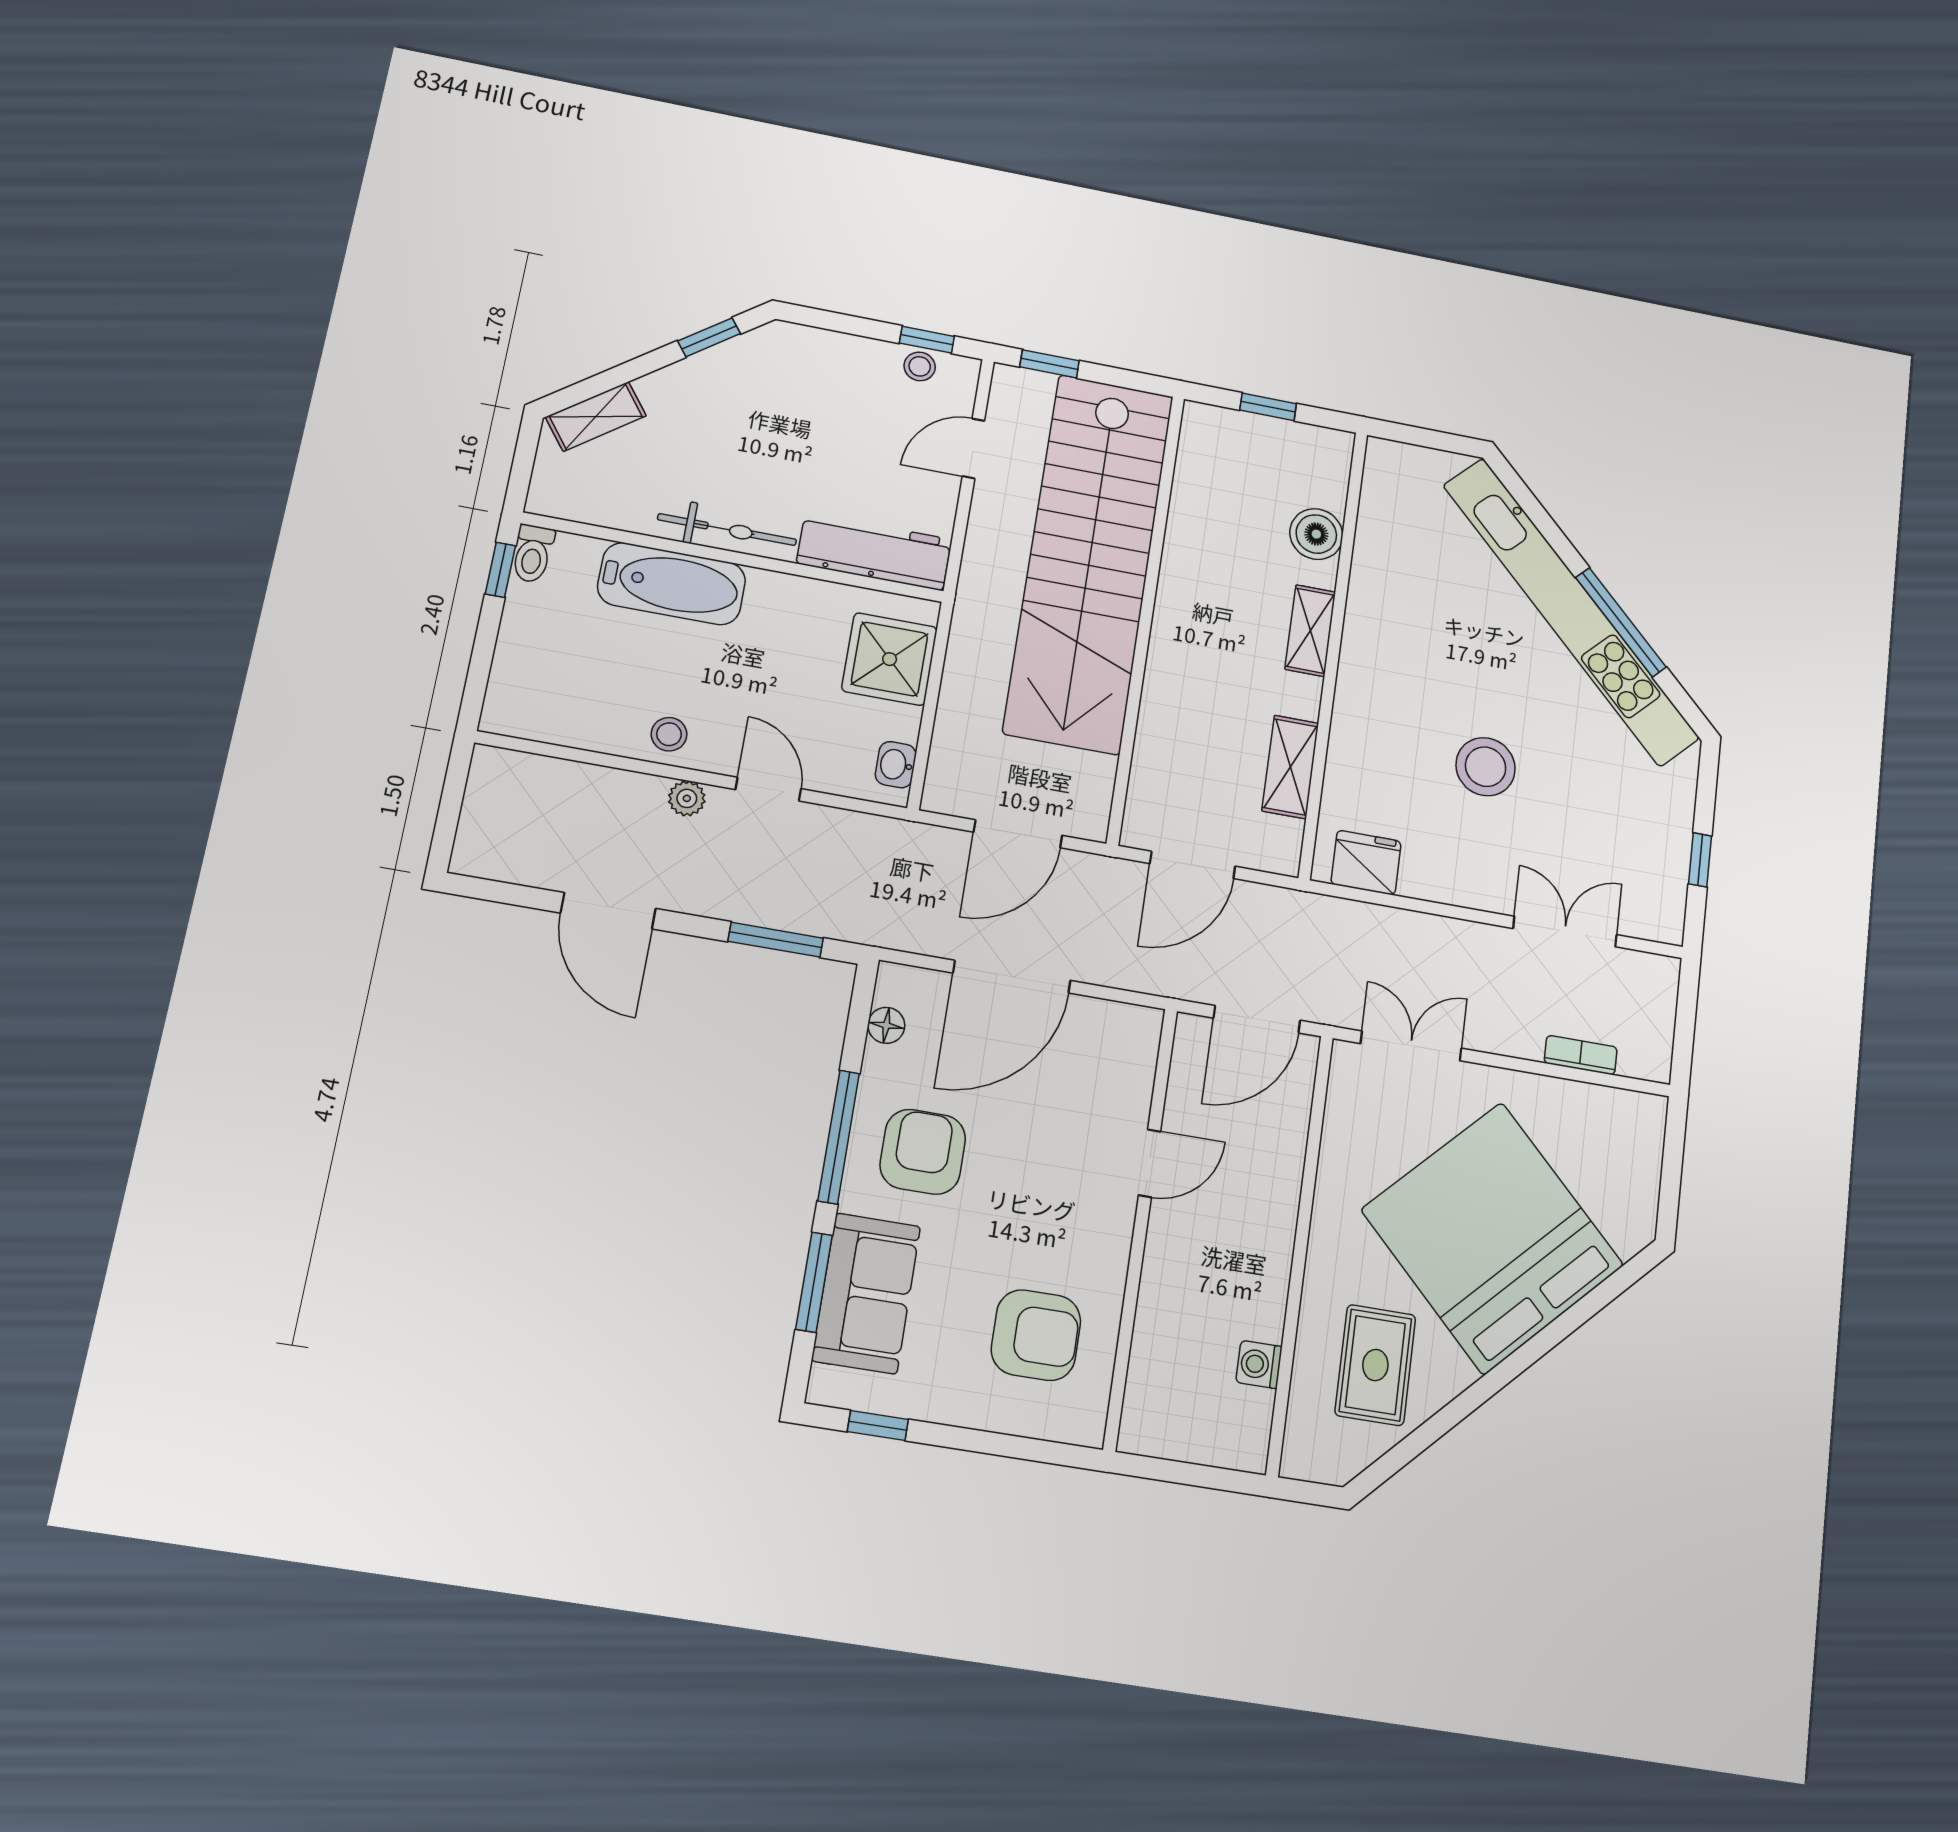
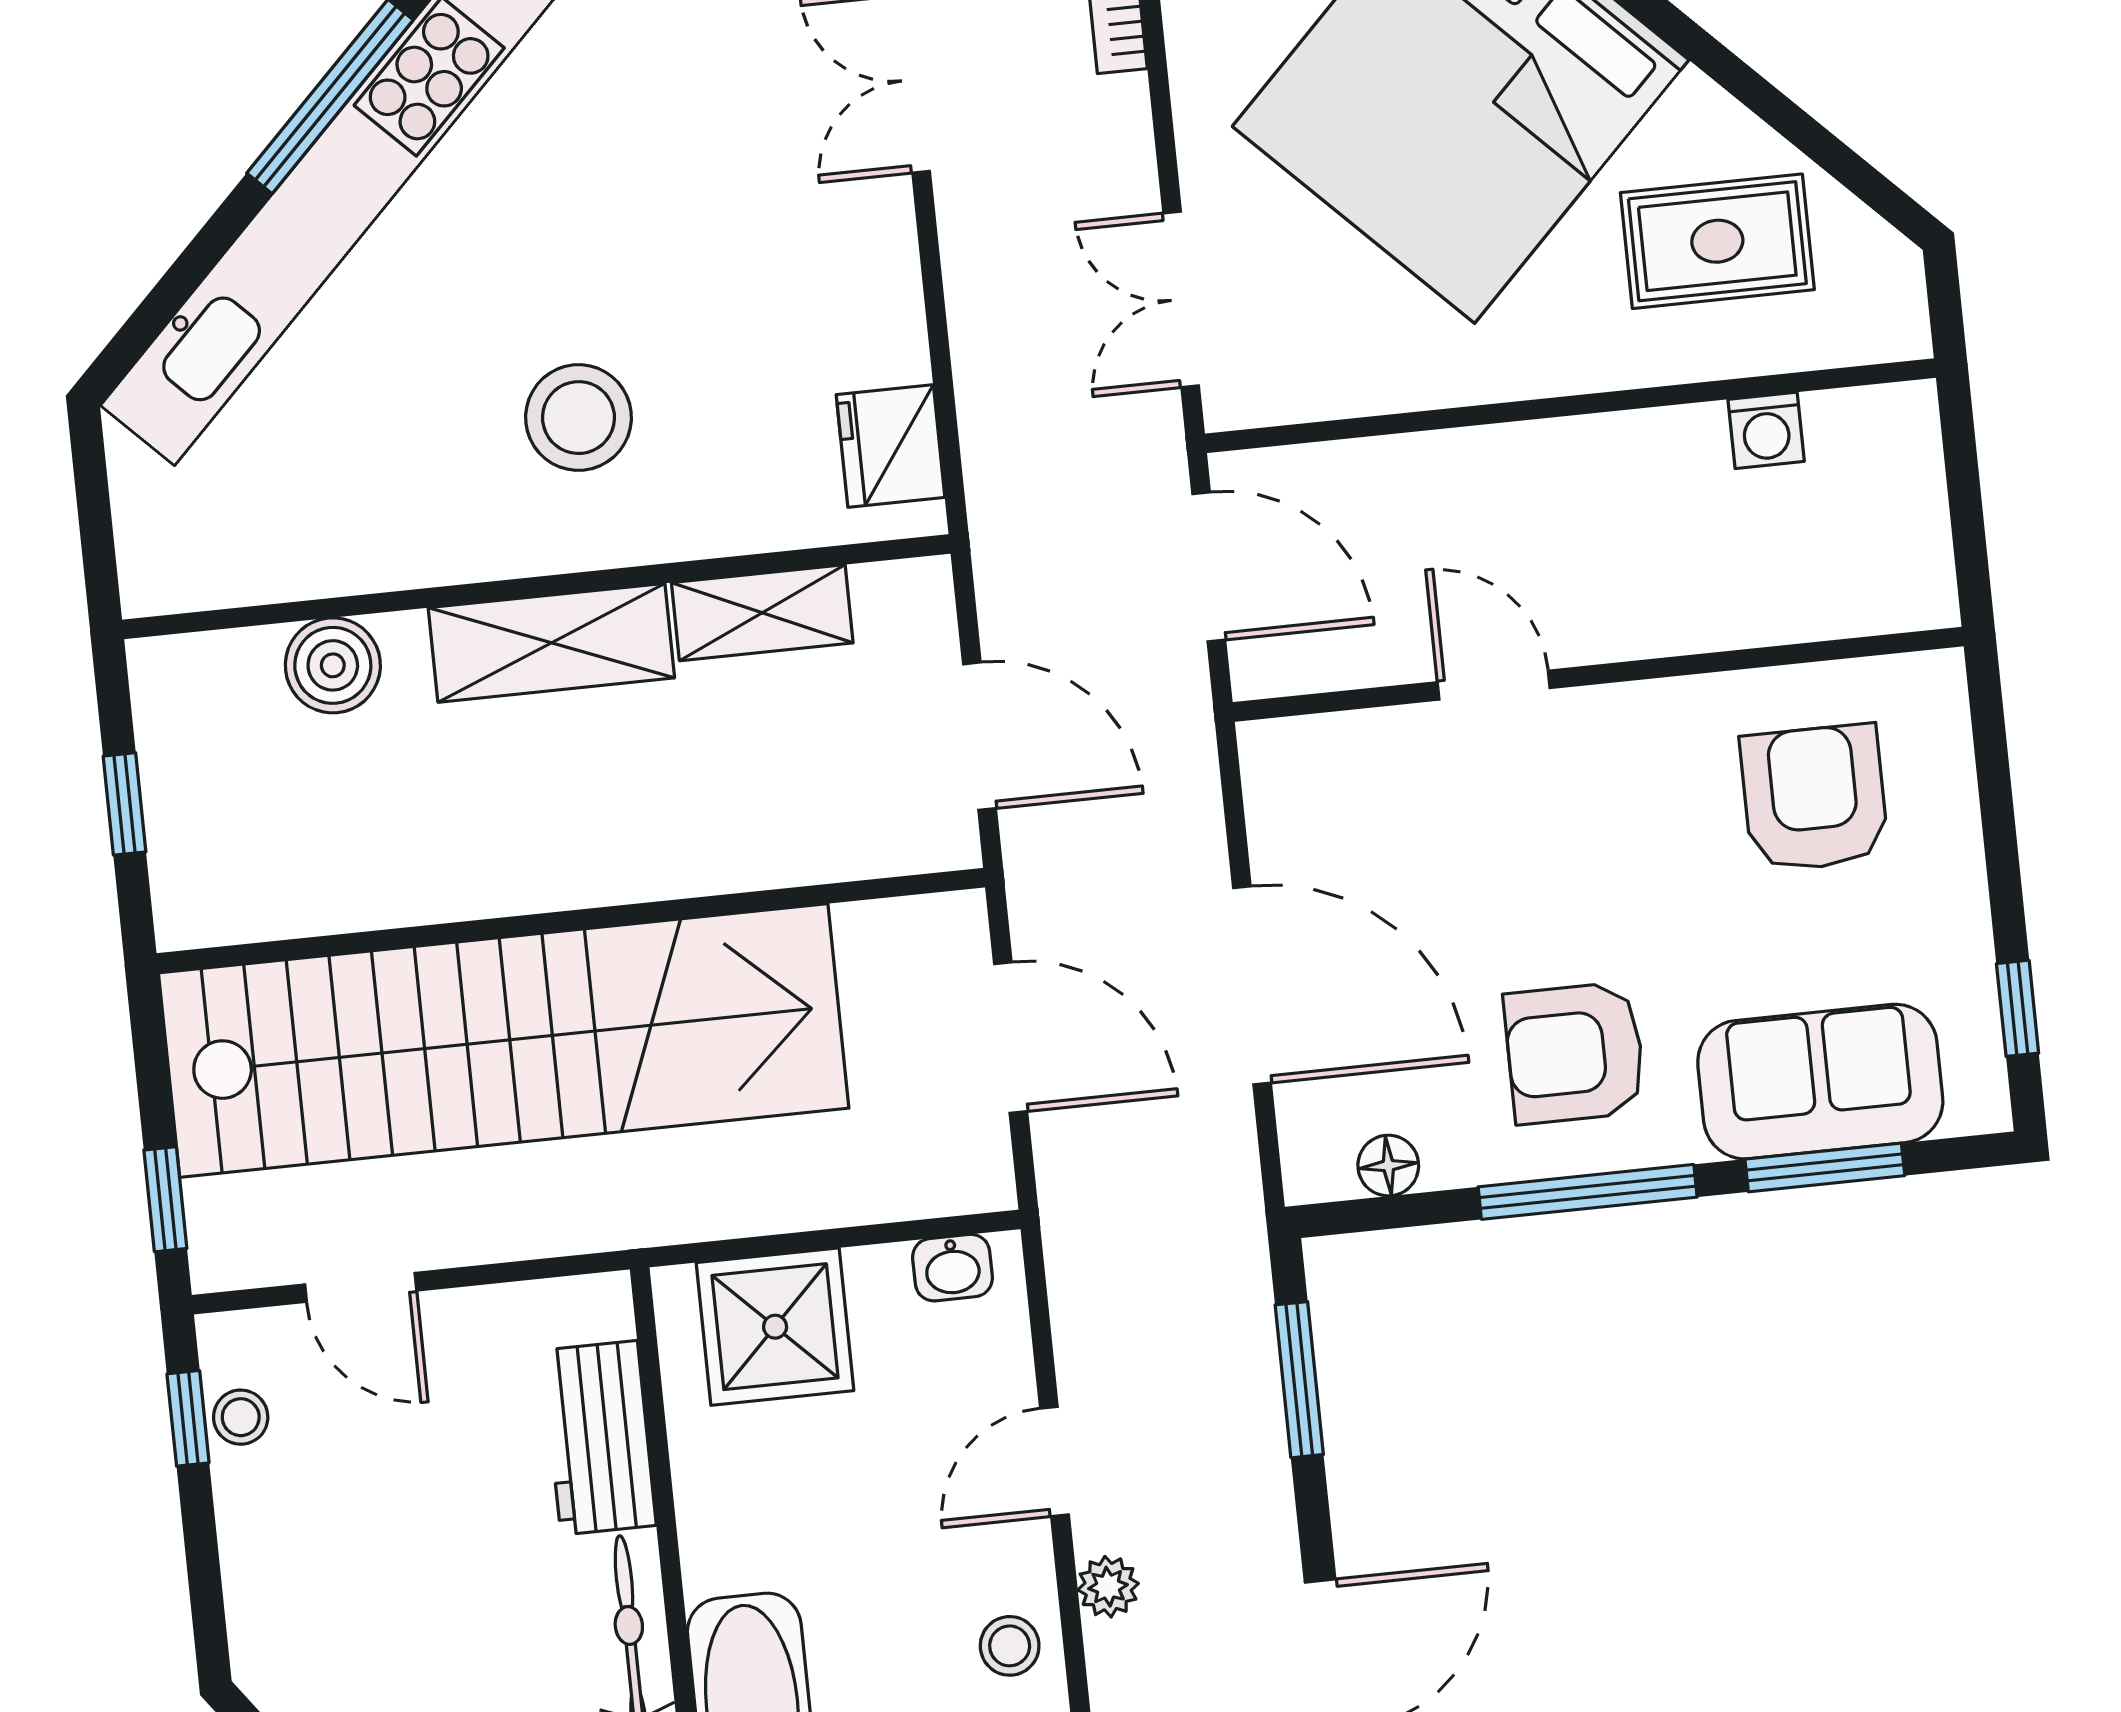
workbench: (874, 551) -> (599, 1438), width x0.73
shelving: (1310, 631) -> (551, 643), width x1.50, depth x1.33
stool: (1486, 767) -> (578, 418), moved

